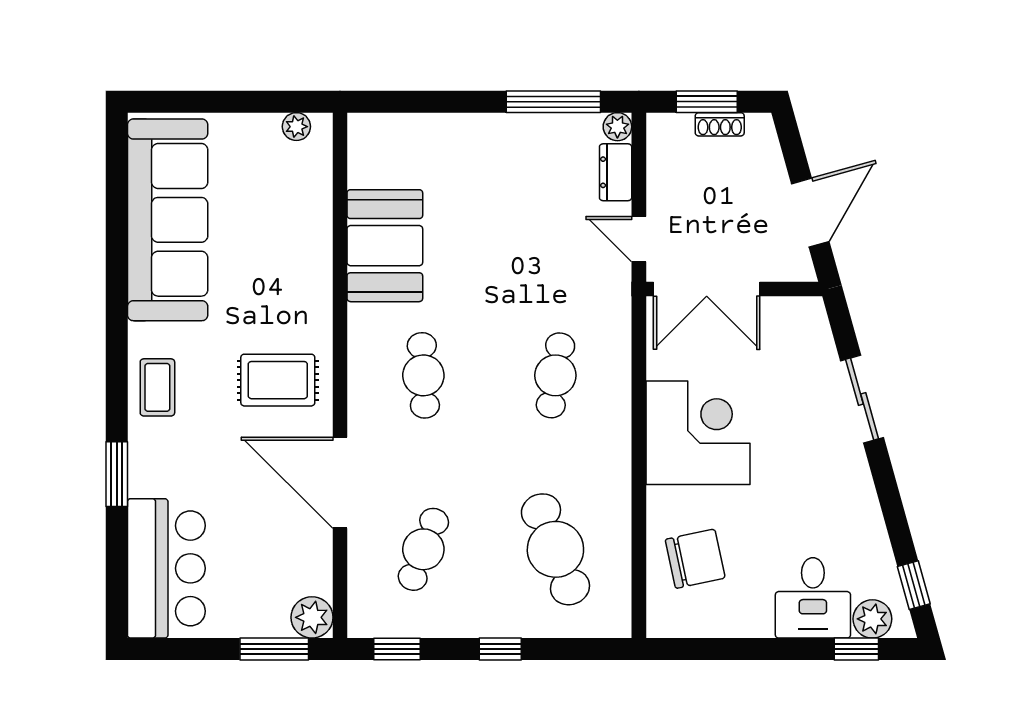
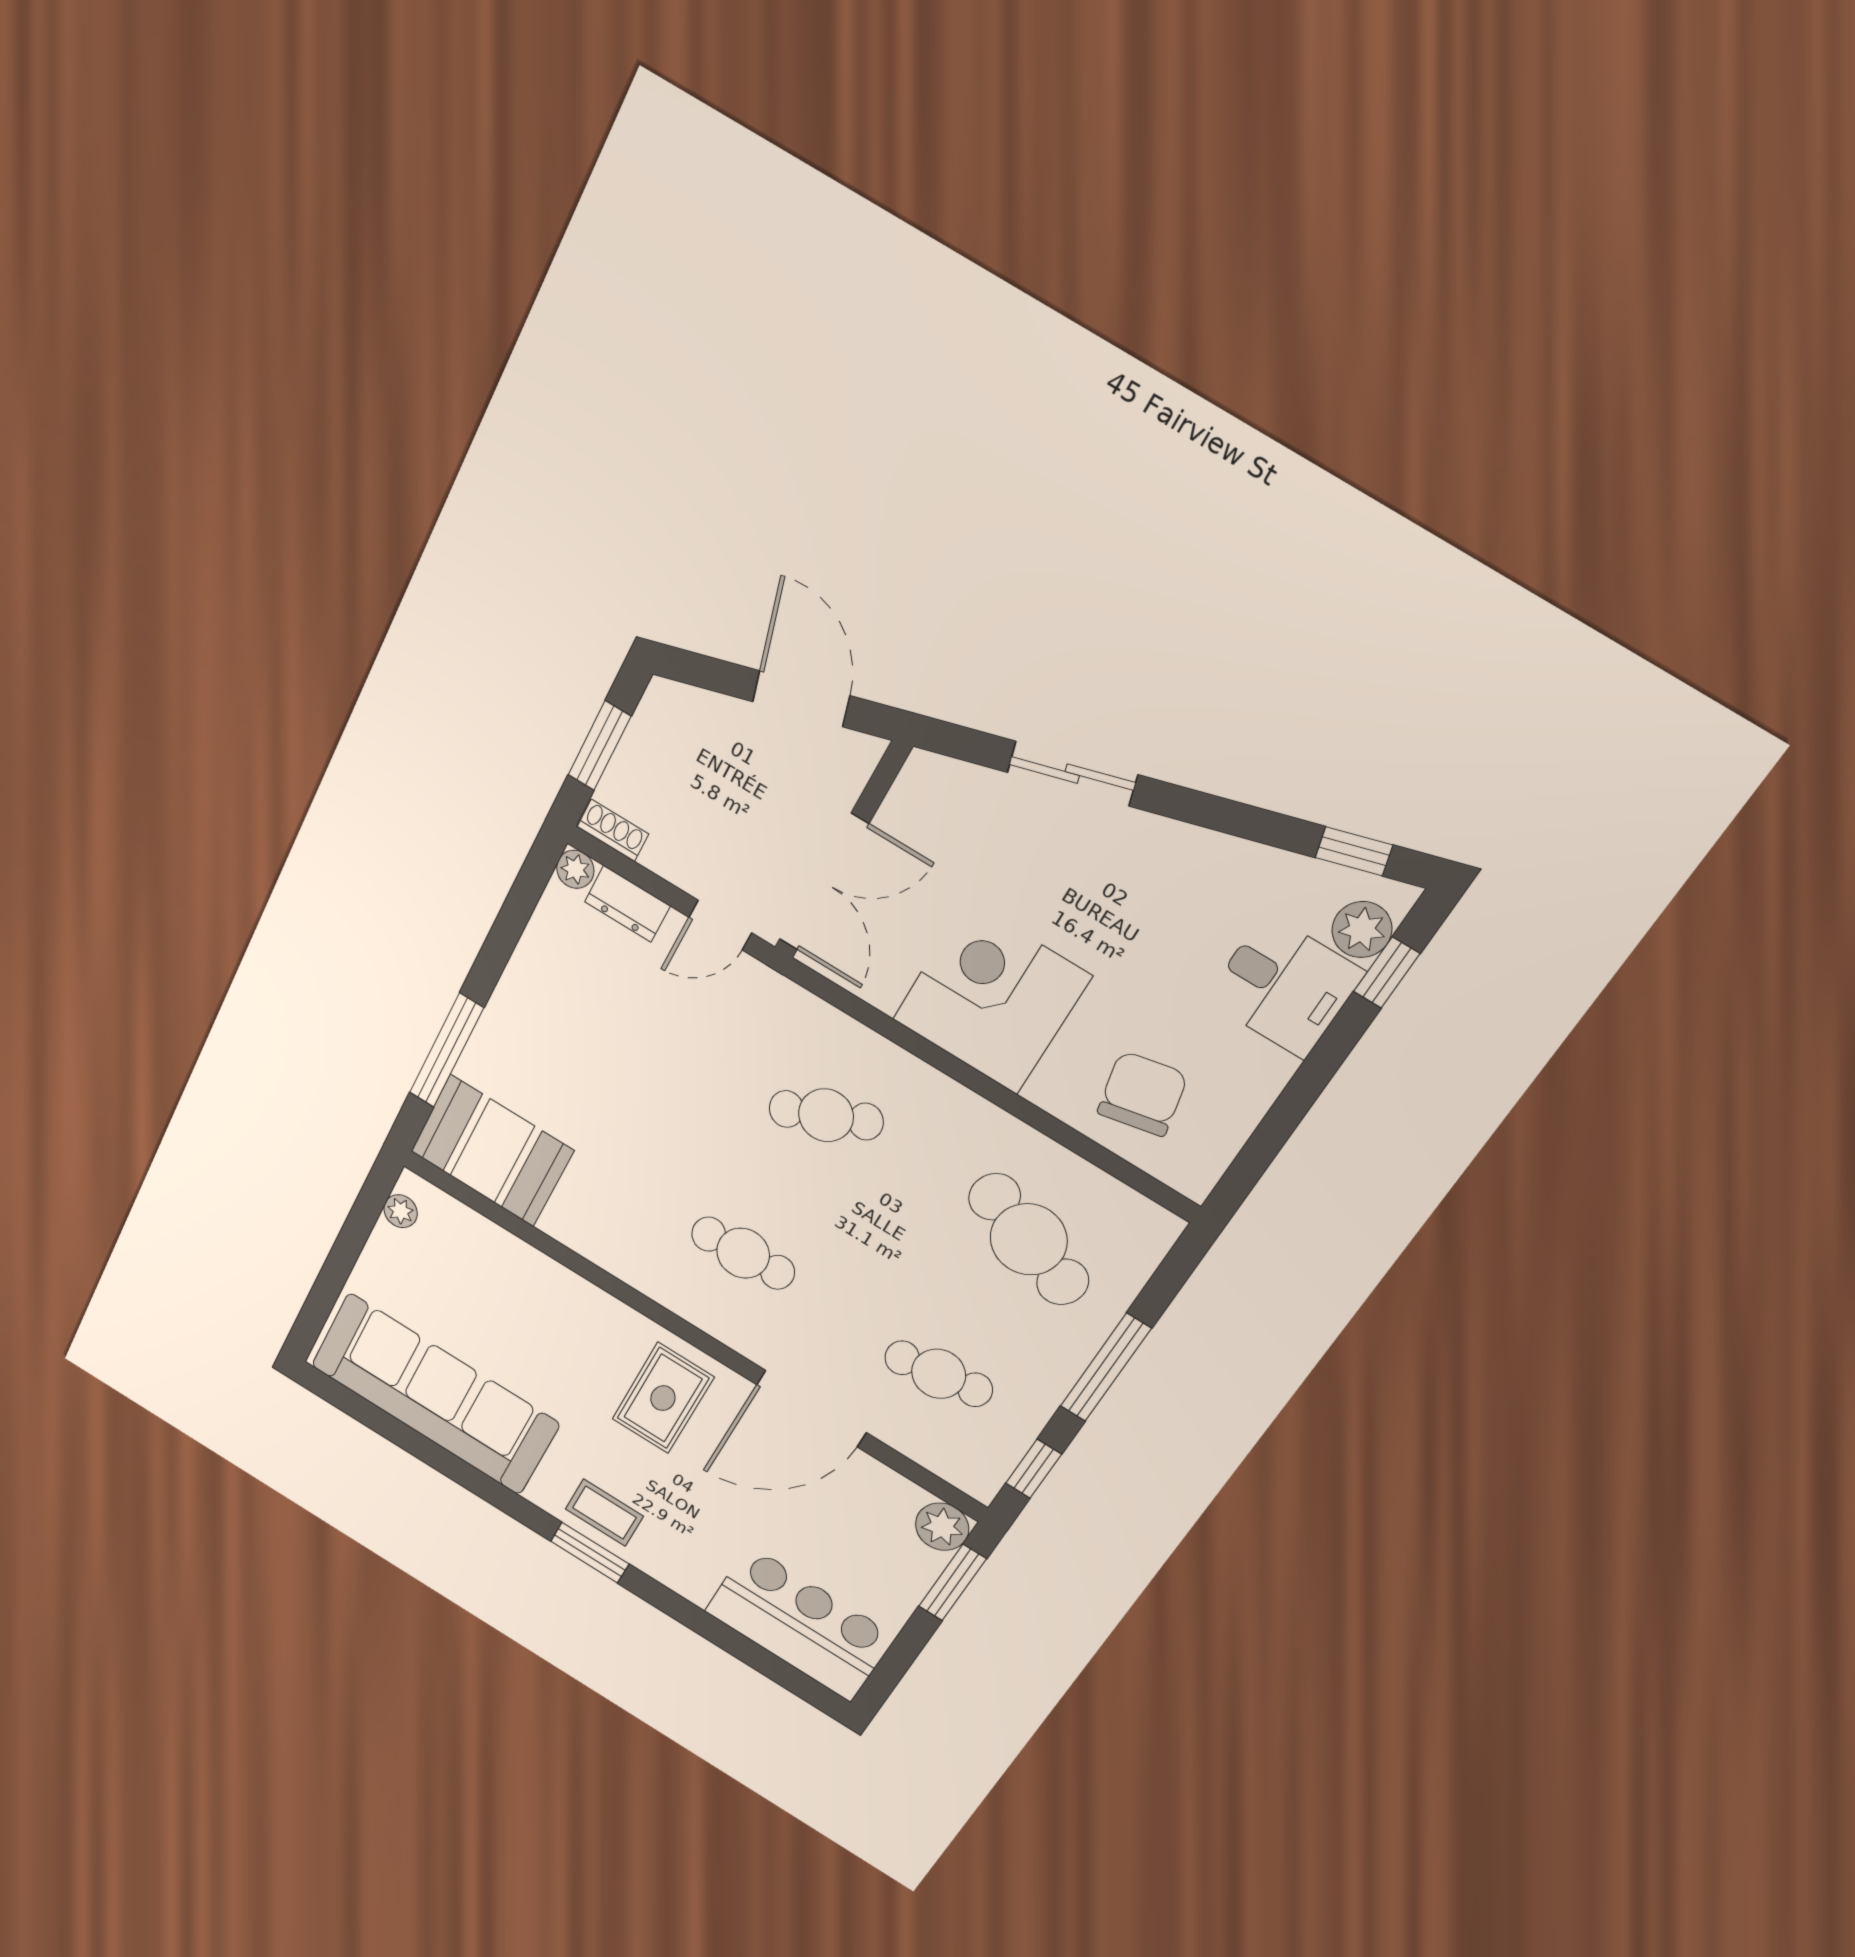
window: (553, 102) -> (446, 1050), moved
shoe rack: (720, 124) -> (613, 830), moved, turned -90
booth: (385, 246) -> (492, 1151), moved
cafe table: (555, 375) -> (826, 1115), turned -33
window: (117, 474) -> (590, 1553), moved
cafe table: (423, 549) -> (939, 1374), turned -30
cafe table: (555, 549) -> (1029, 1239), turned 42
window: (500, 649) -> (1106, 1367), width x2.17

